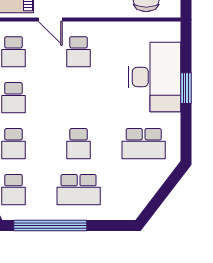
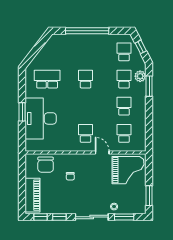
school desk: (79, 190) -> (86, 52), removed
window: (50, 225) -> (87, 31), moved

